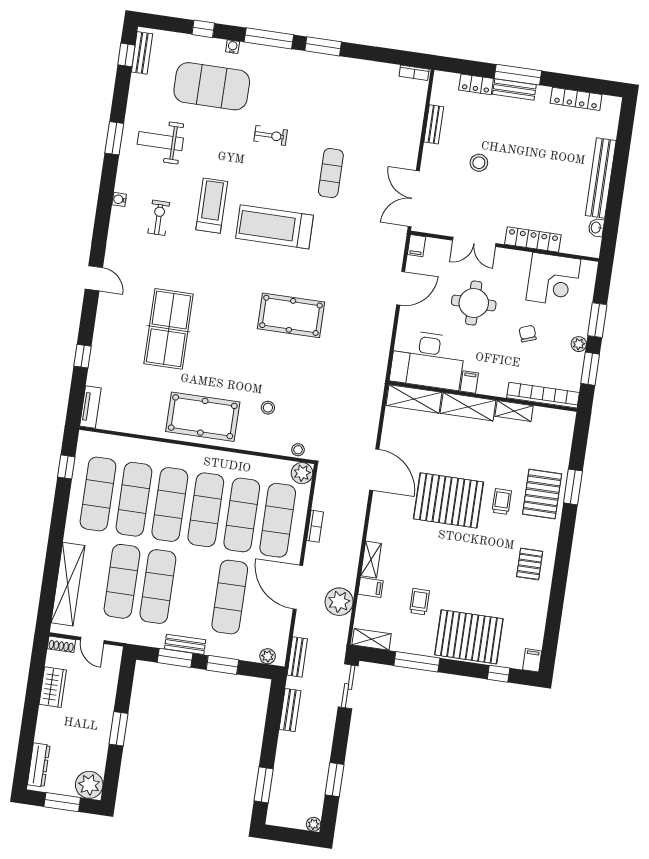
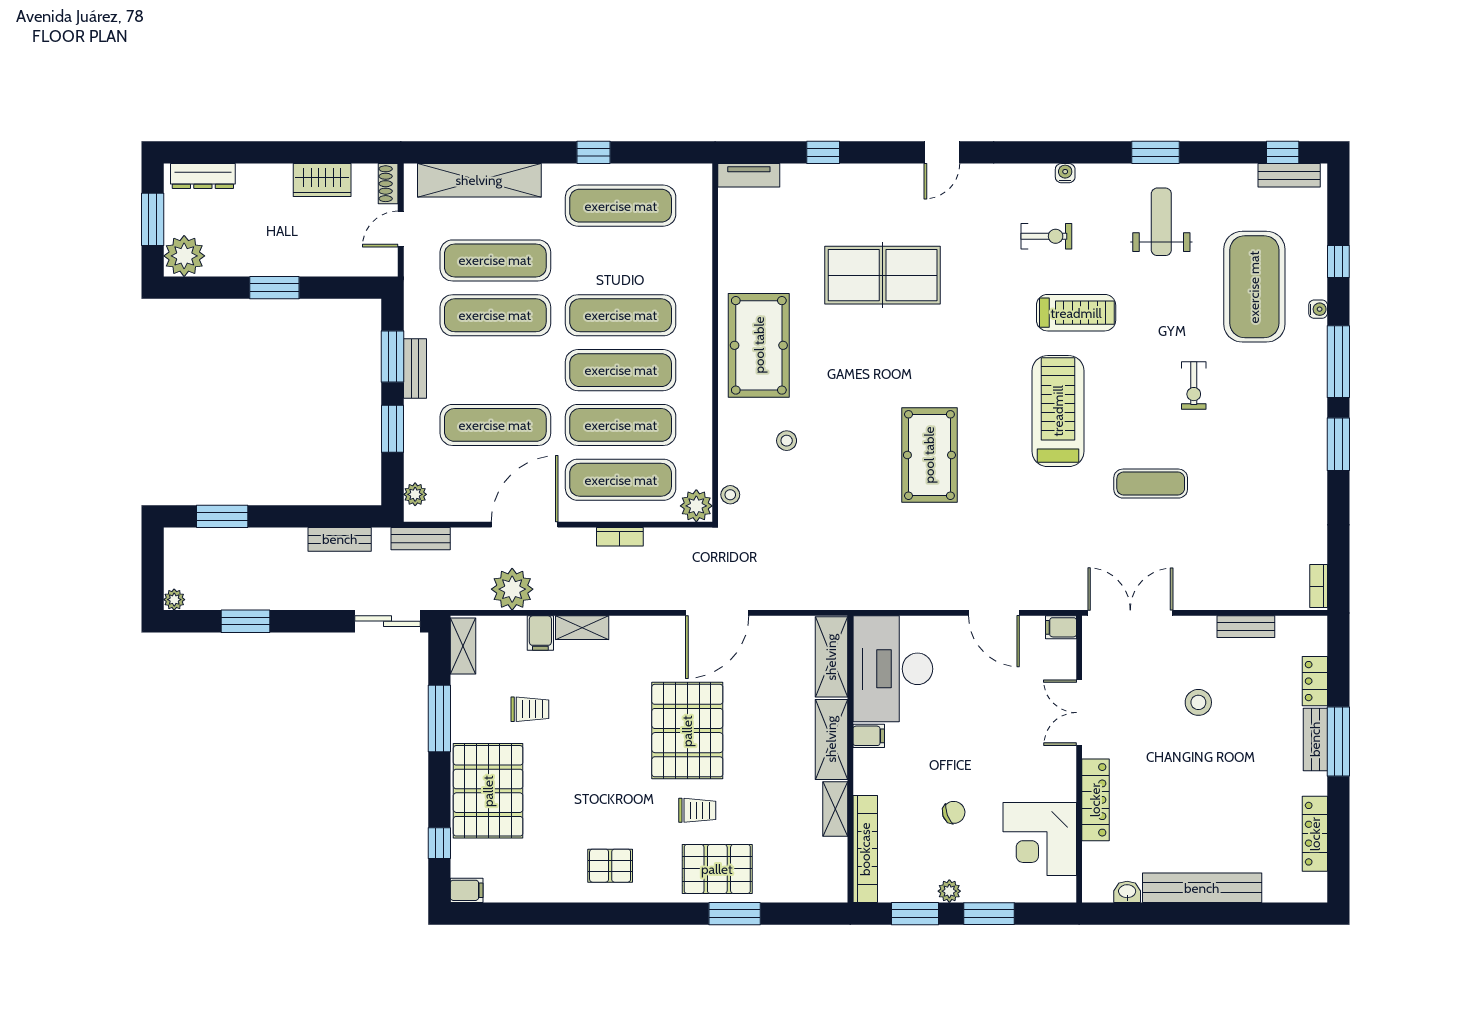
round table: (474, 303) -> (988, 725), removed
window: (66, 467) -> (594, 152), moved
exercise mat: (134, 499) -> (621, 260), removed

